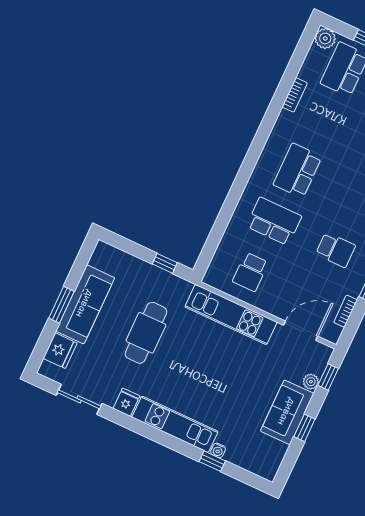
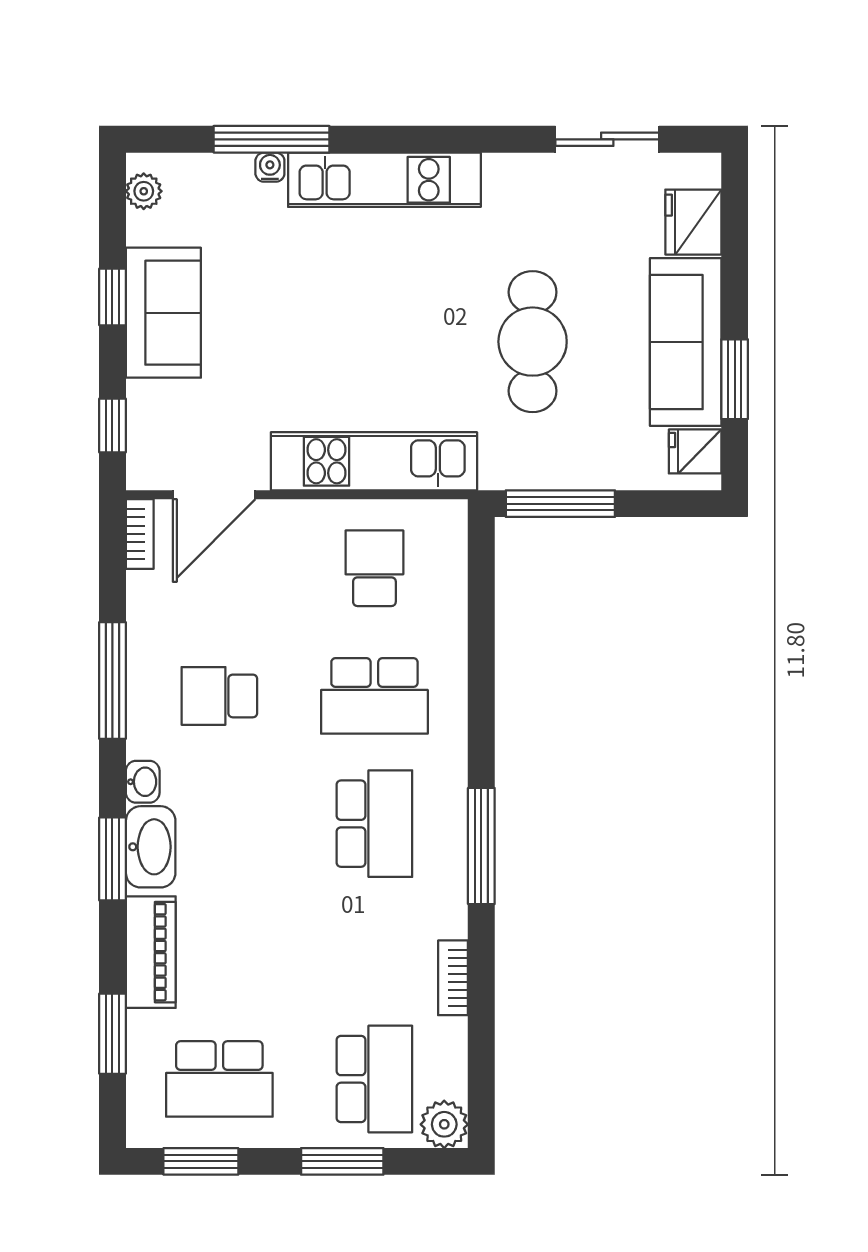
window: (259, 142) -> (481, 846), added
window: (165, 263) -> (560, 504), width x2.17
window: (61, 305) -> (735, 379), moved
bookcase: (346, 311) -> (140, 534), moved
plant: (311, 382) -> (144, 191), moved
fridge: (126, 402) -> (695, 451), moved, turned 90
window: (212, 461) -> (271, 139), width x2.17

